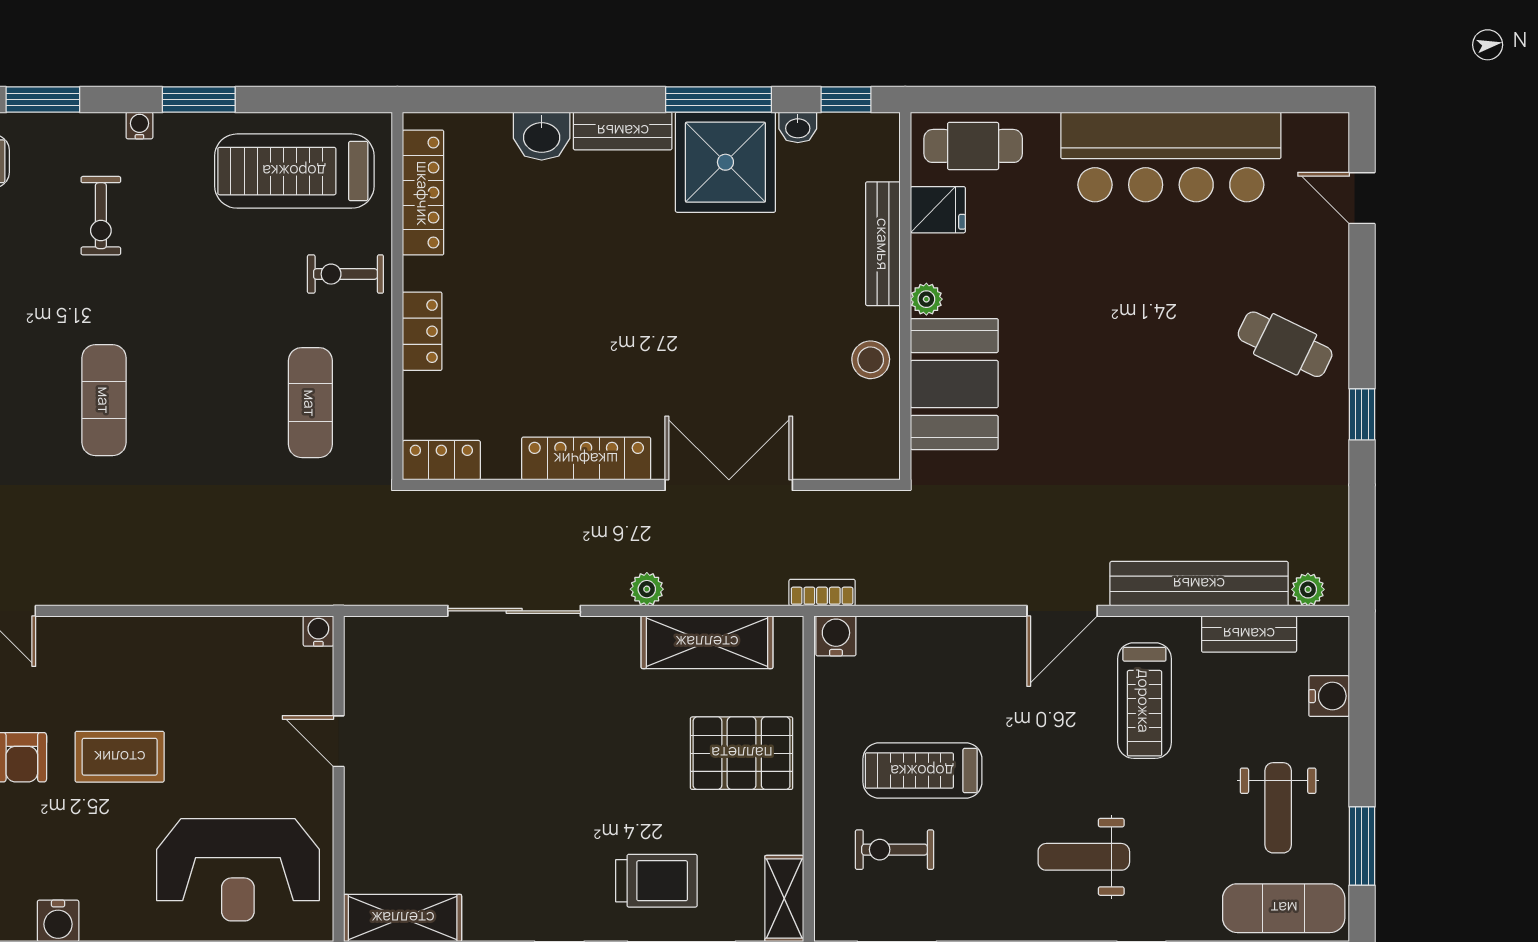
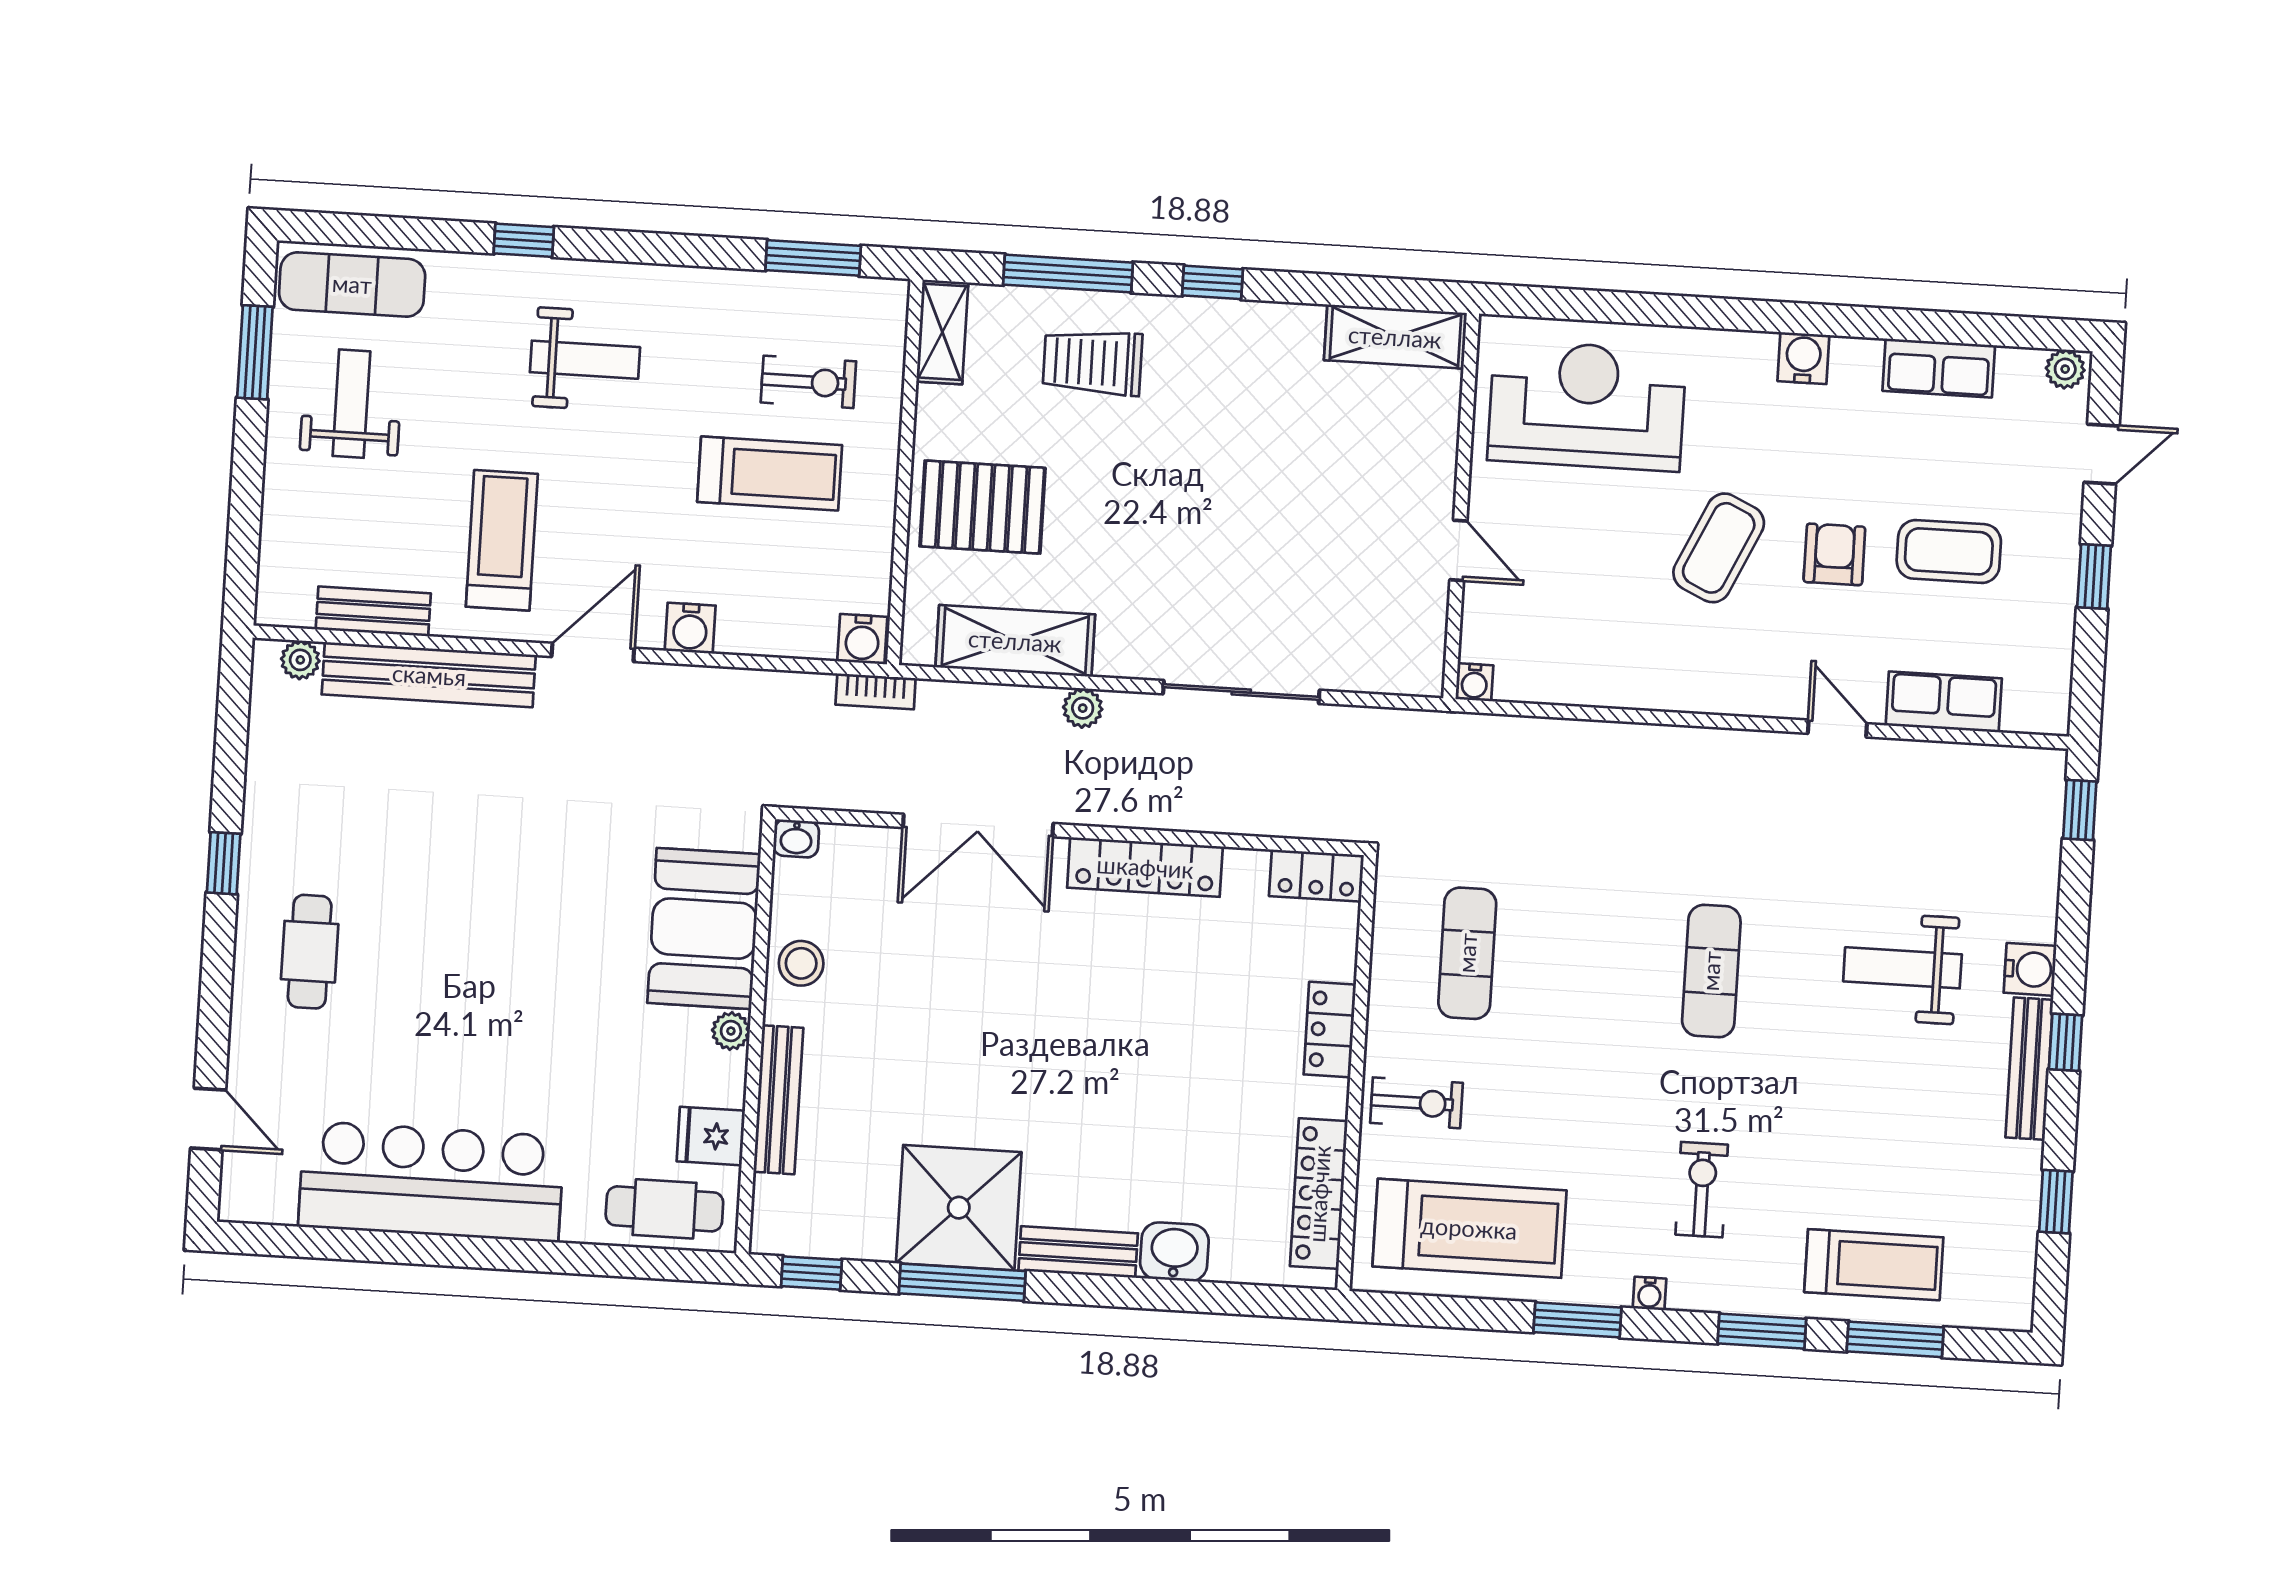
washbasin: (798, 127) -> (796, 839), moved, turned 180
cafe table: (1285, 344) -> (310, 952), turned 64
water cooler: (1329, 696) -> (690, 628), moved, turned -90
coffee table: (120, 757) -> (1719, 548), turned -65

